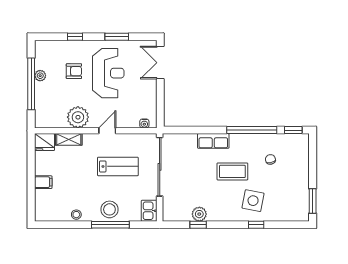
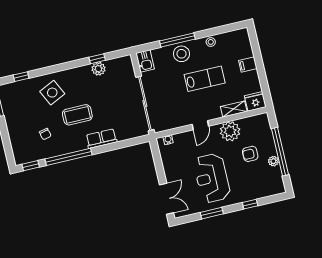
armchair: (74, 71) -> (250, 154), moved
lab bench: (118, 166) -> (205, 79), moved, turned 180
side table: (253, 201) -> (52, 93), turned -37
window: (256, 225) -> (21, 77), moved

